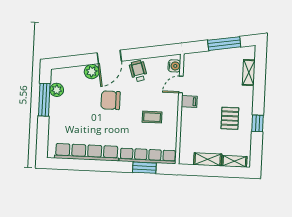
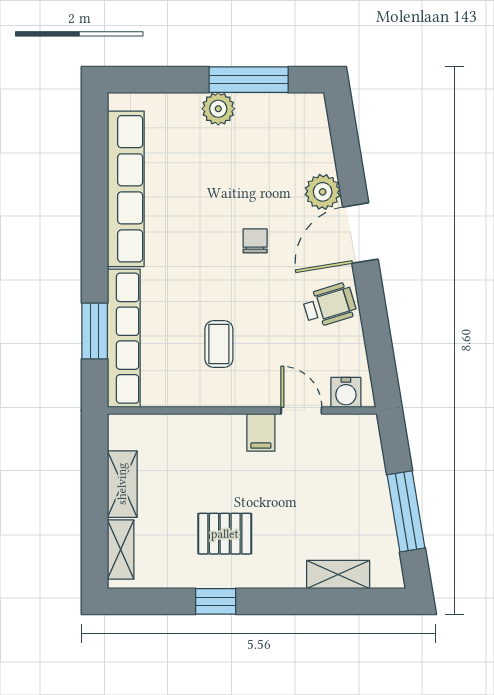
door: (109, 57) -> (360, 233), hinge flipped
plant: (57, 90) -> (218, 109), moved
chair: (110, 100) -> (255, 241), width x0.54, depth x0.54

